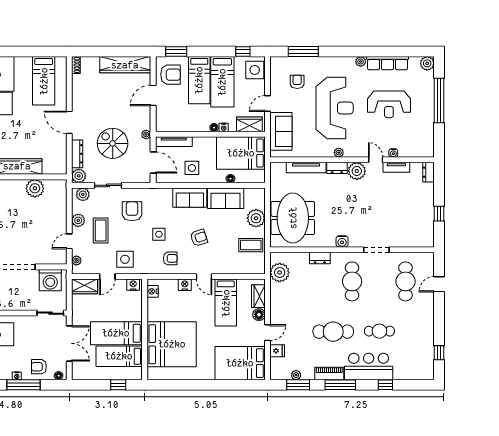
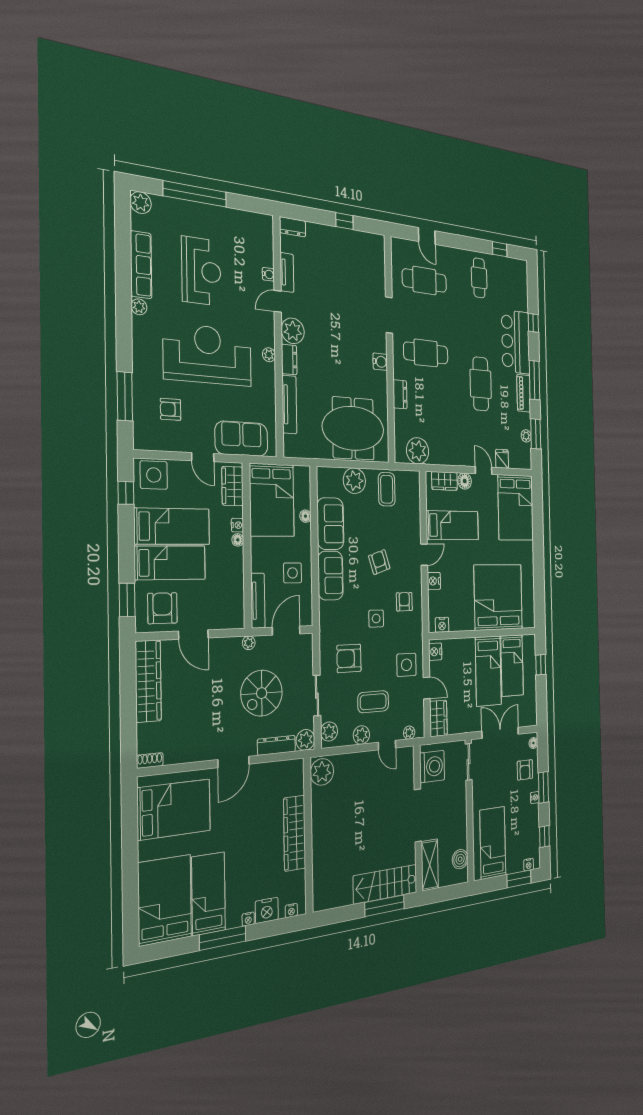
bed: (44, 81) -> (174, 809), width x1.50
plant: (35, 188) -> (322, 772), moved
cafe table: (379, 331) -> (479, 278), moved
window: (24, 385) -> (543, 787), width x0.69

